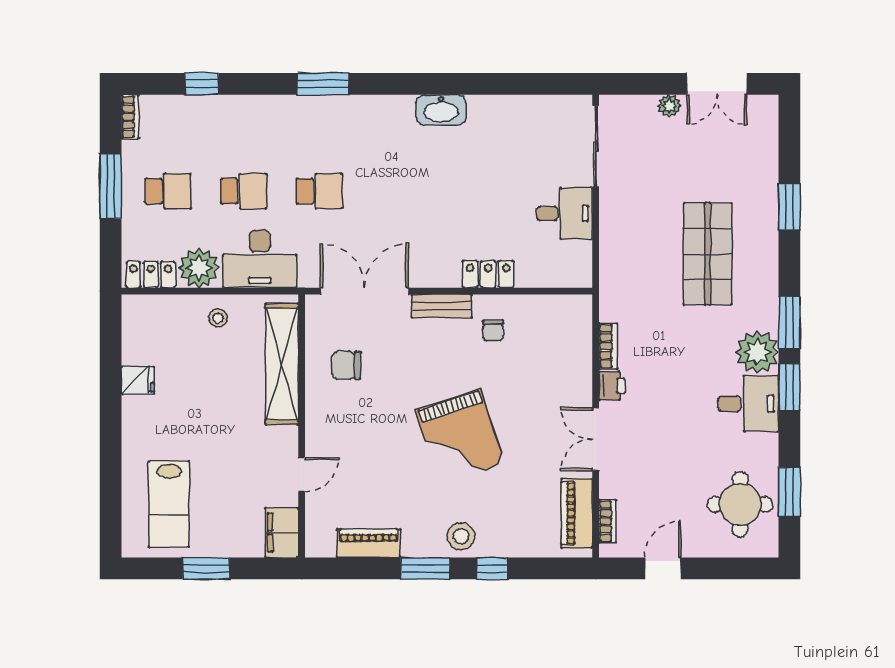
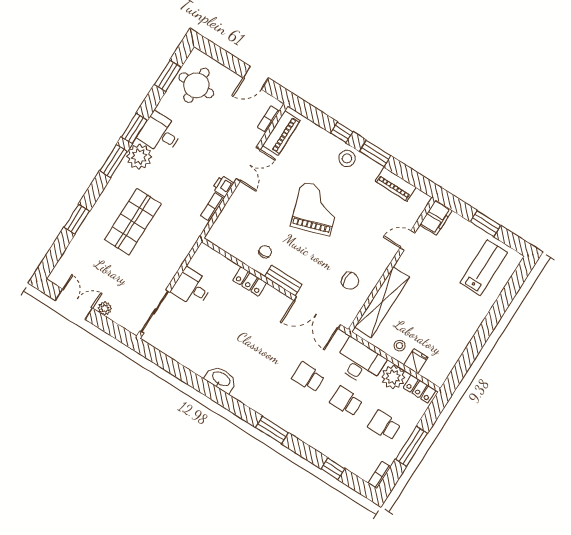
fridge: (138, 380) -> (416, 361), moved, turned 90

